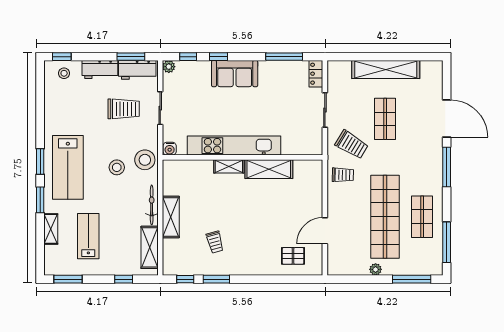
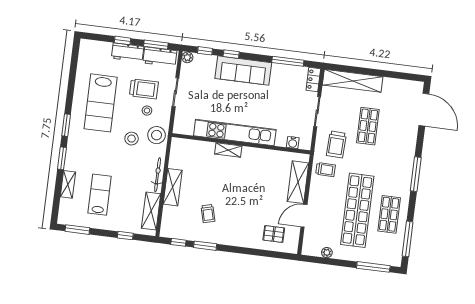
window: (62, 57) -> (123, 40), moved
shelving: (386, 70) -> (353, 81), moved
stool: (64, 73) -> (147, 111), moved
sofa: (235, 74) -> (243, 71), width x1.36
door: (447, 119) -> (424, 110), moved
trolley: (352, 144) -> (336, 144), turned 61
water cooler: (170, 149) -> (293, 143), moved
lab bench: (68, 167) -> (101, 103), moved
shelving: (269, 169) -> (298, 182), moved, turned 90
plant: (376, 269) -> (327, 253), moved

